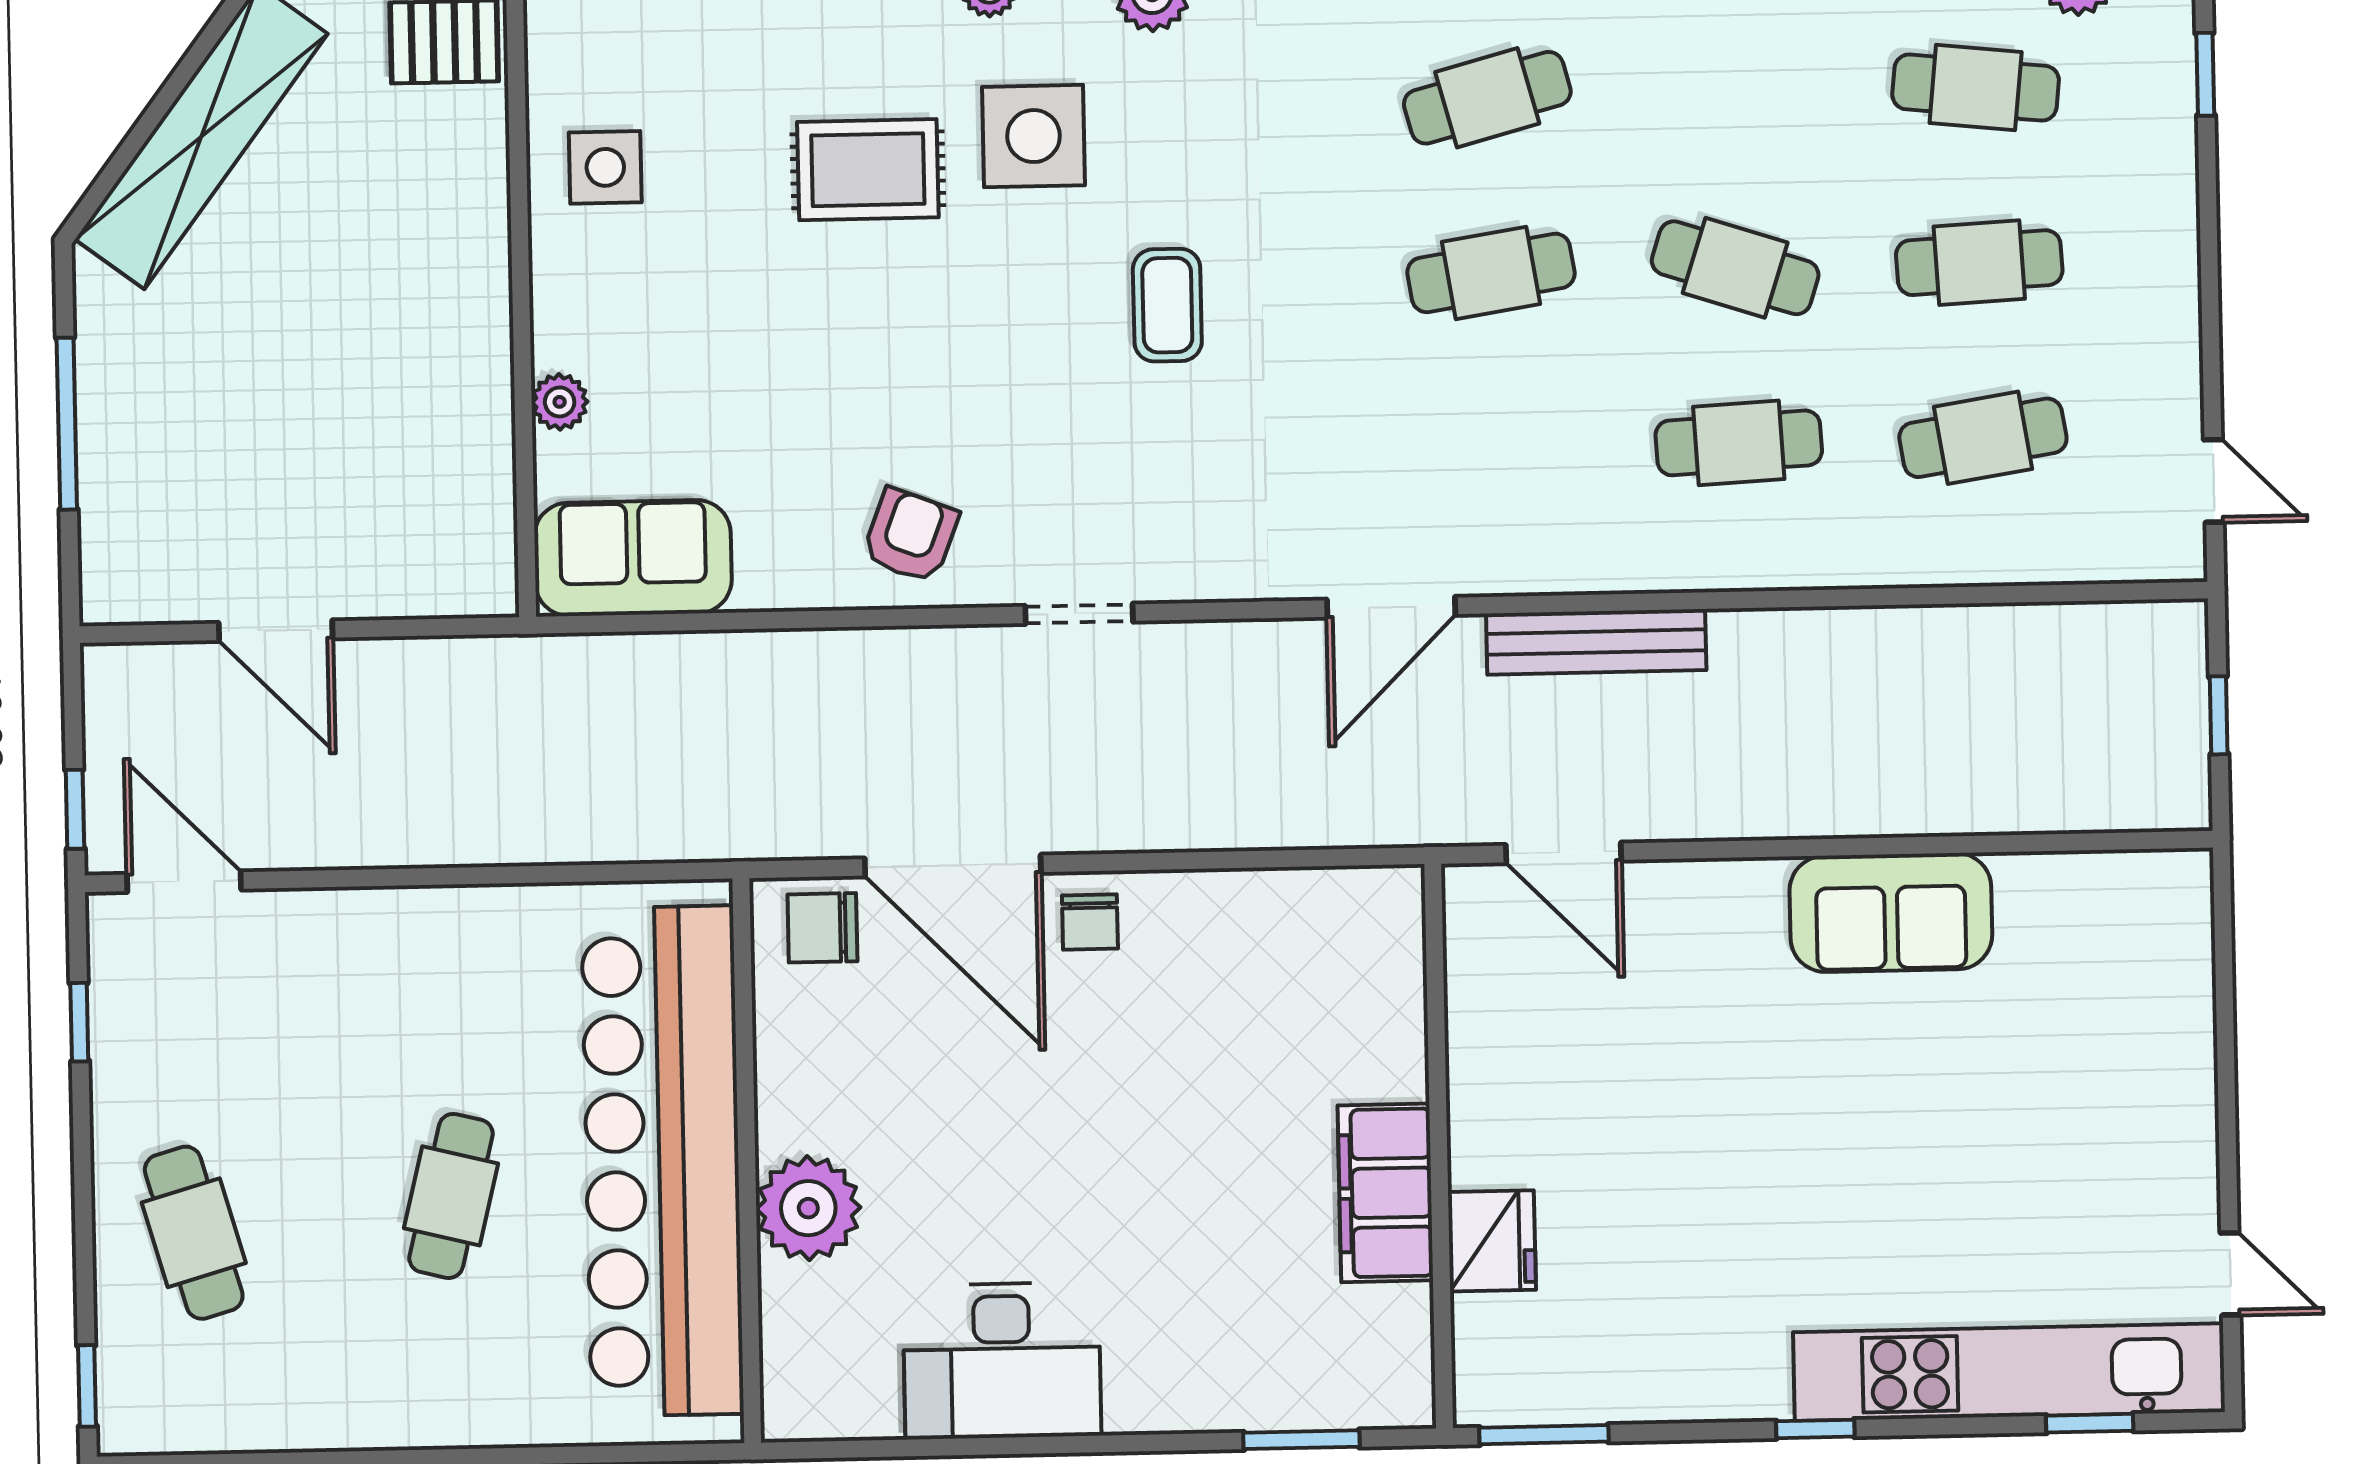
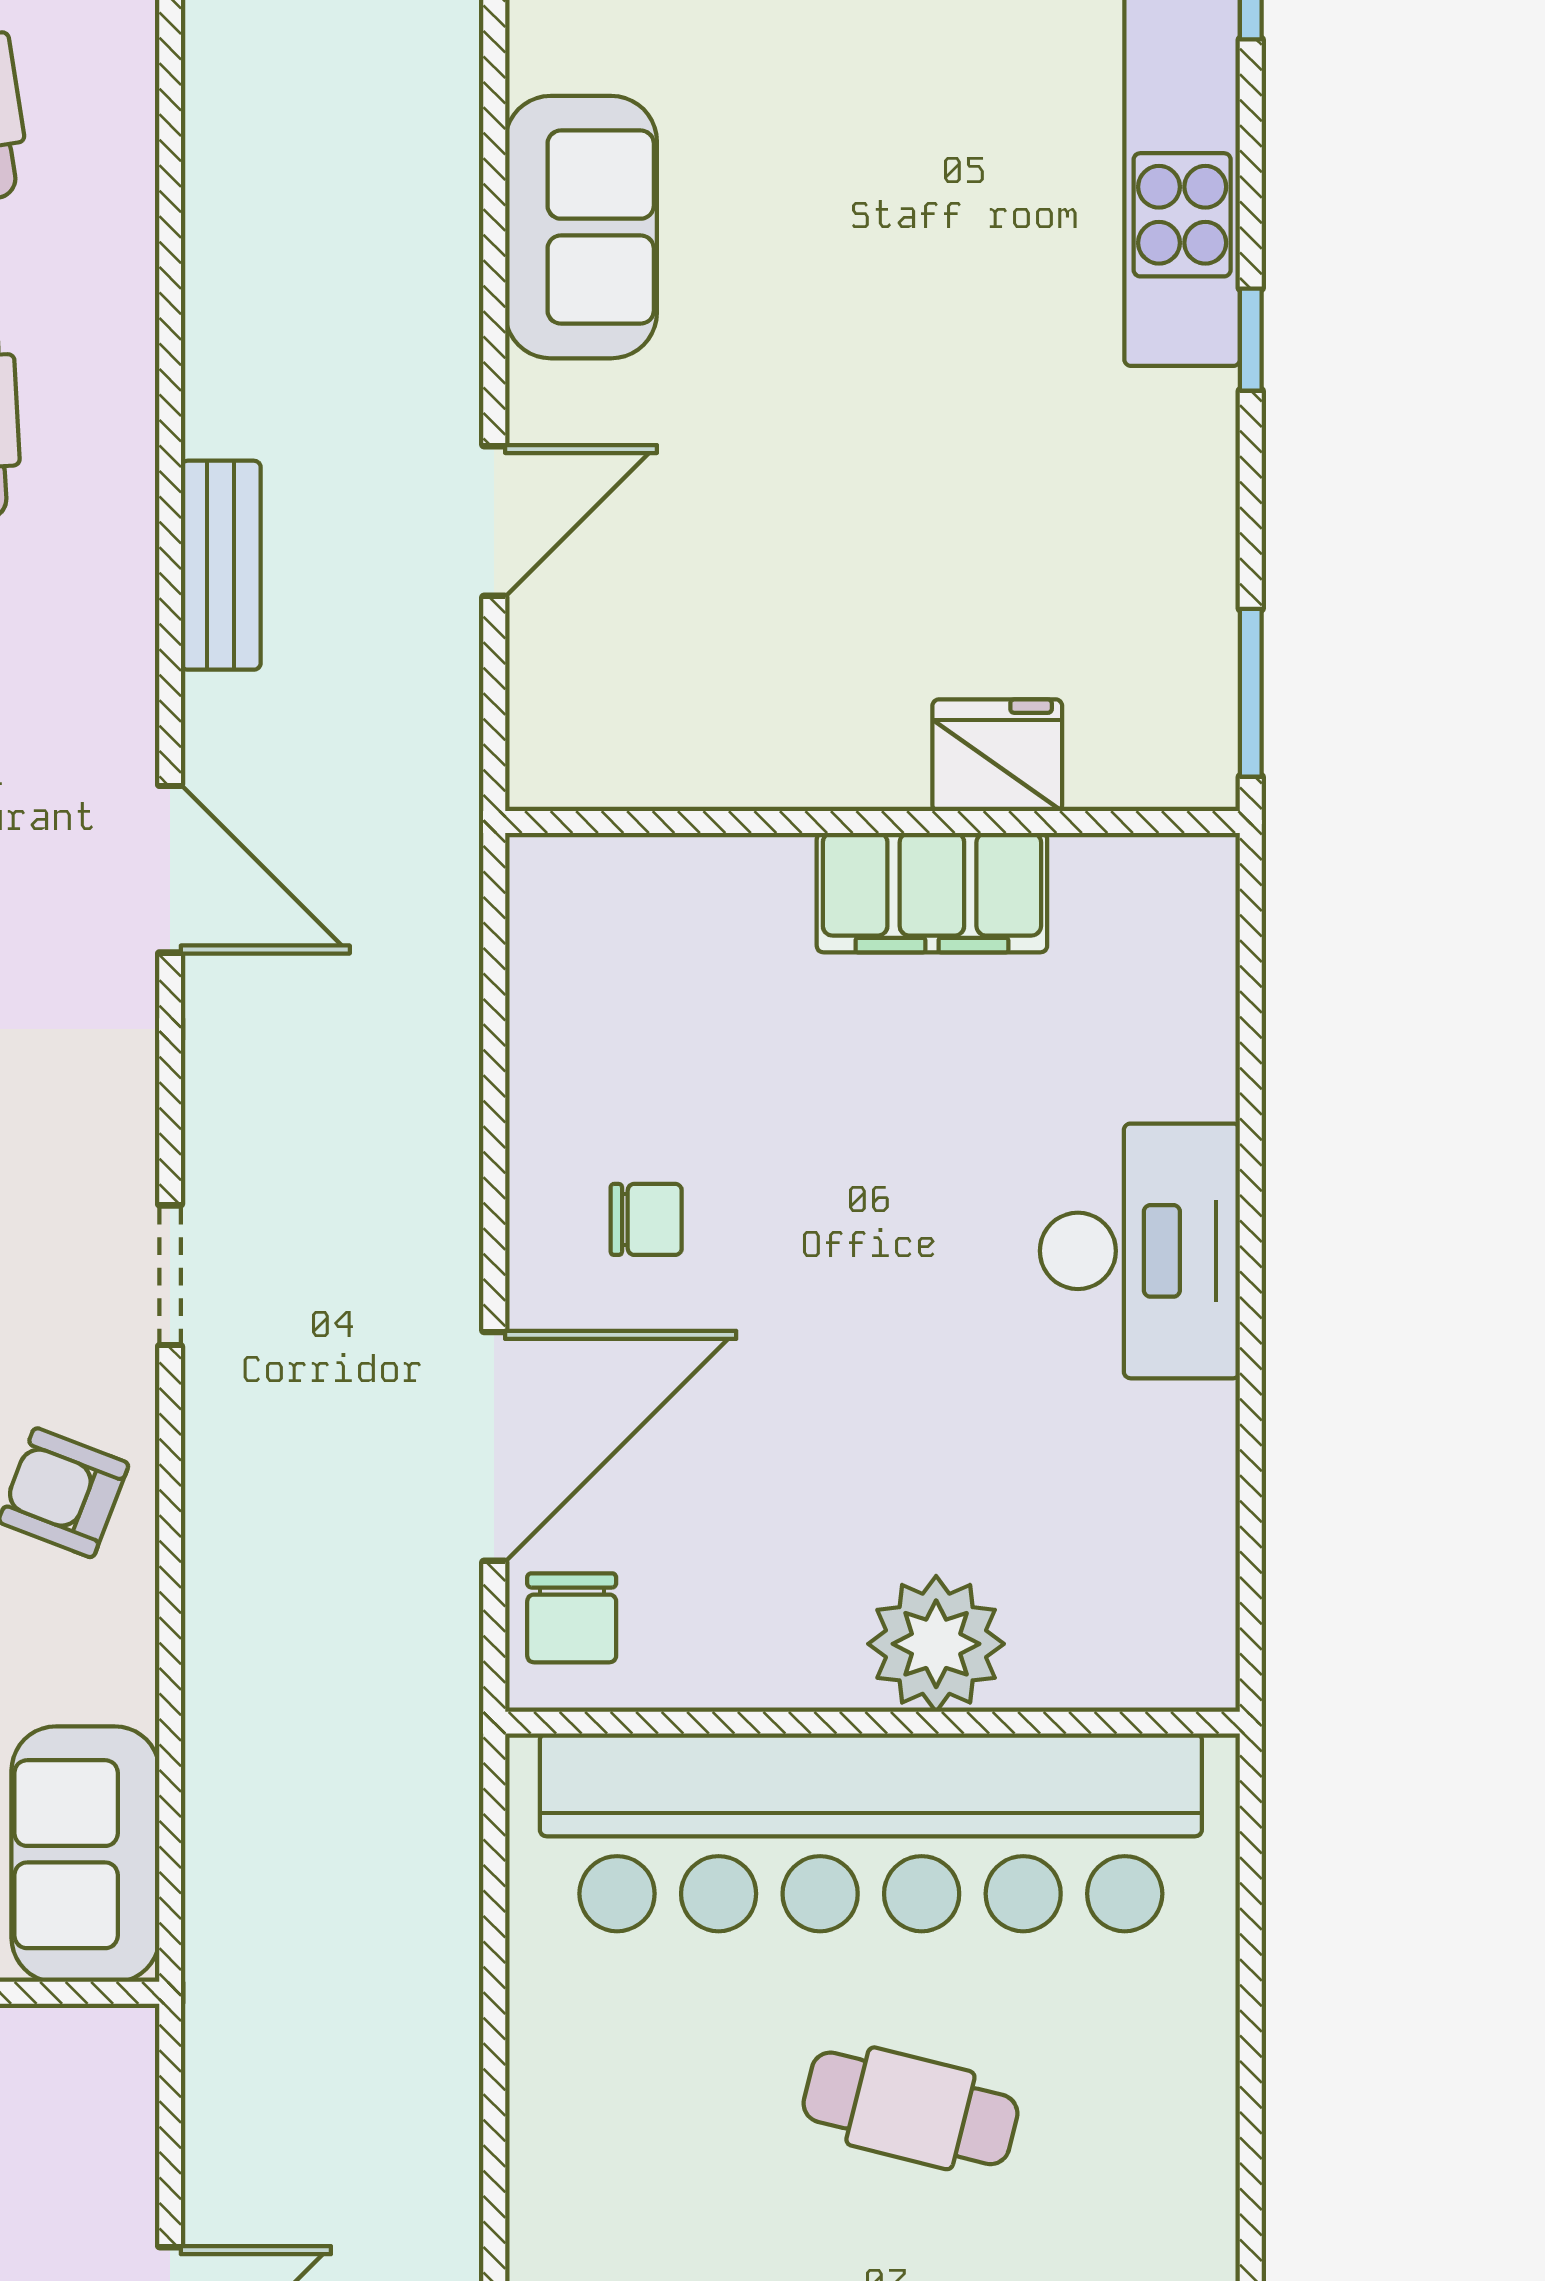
bench: (1596, 642) -> (221, 565), width x0.73
door: (1563, 853) -> (494, 521), moved
chair: (1090, 922) -> (646, 1219), moved
desk: (1002, 1361) -> (1140, 1251), moved
window: (1301, 1440) -> (1251, 1008), removed

